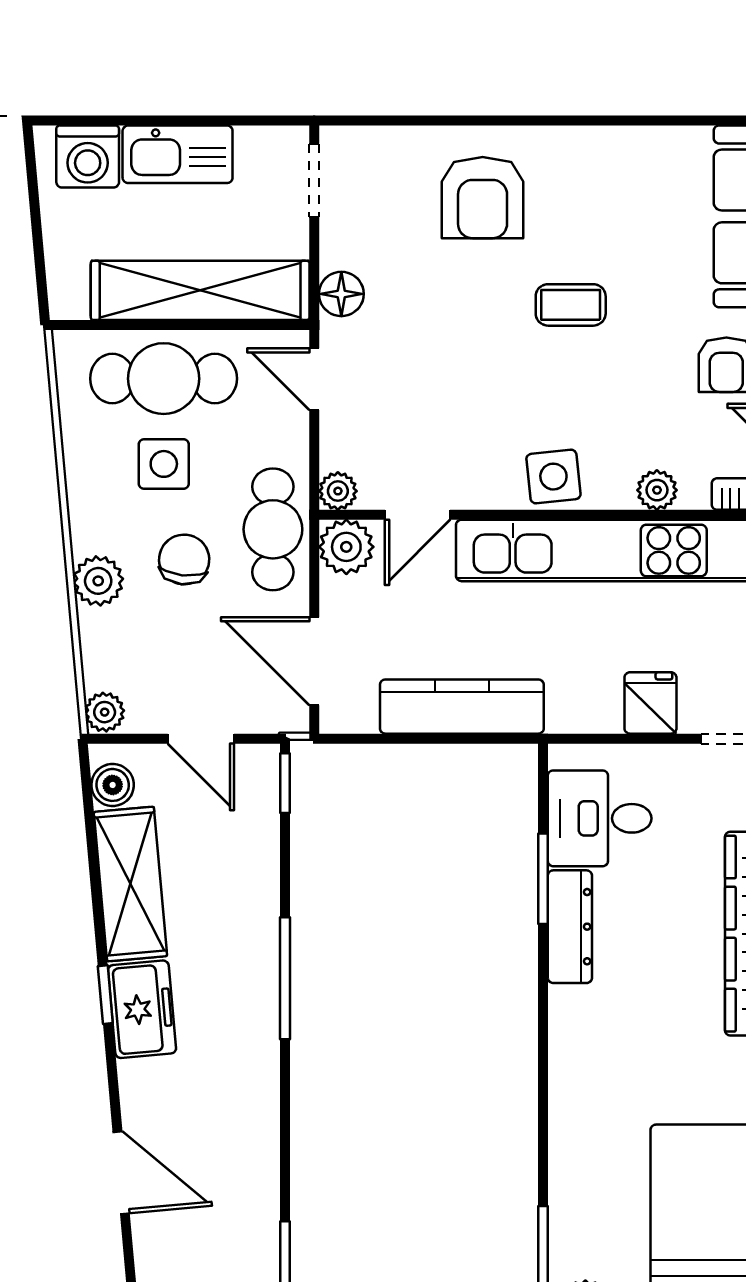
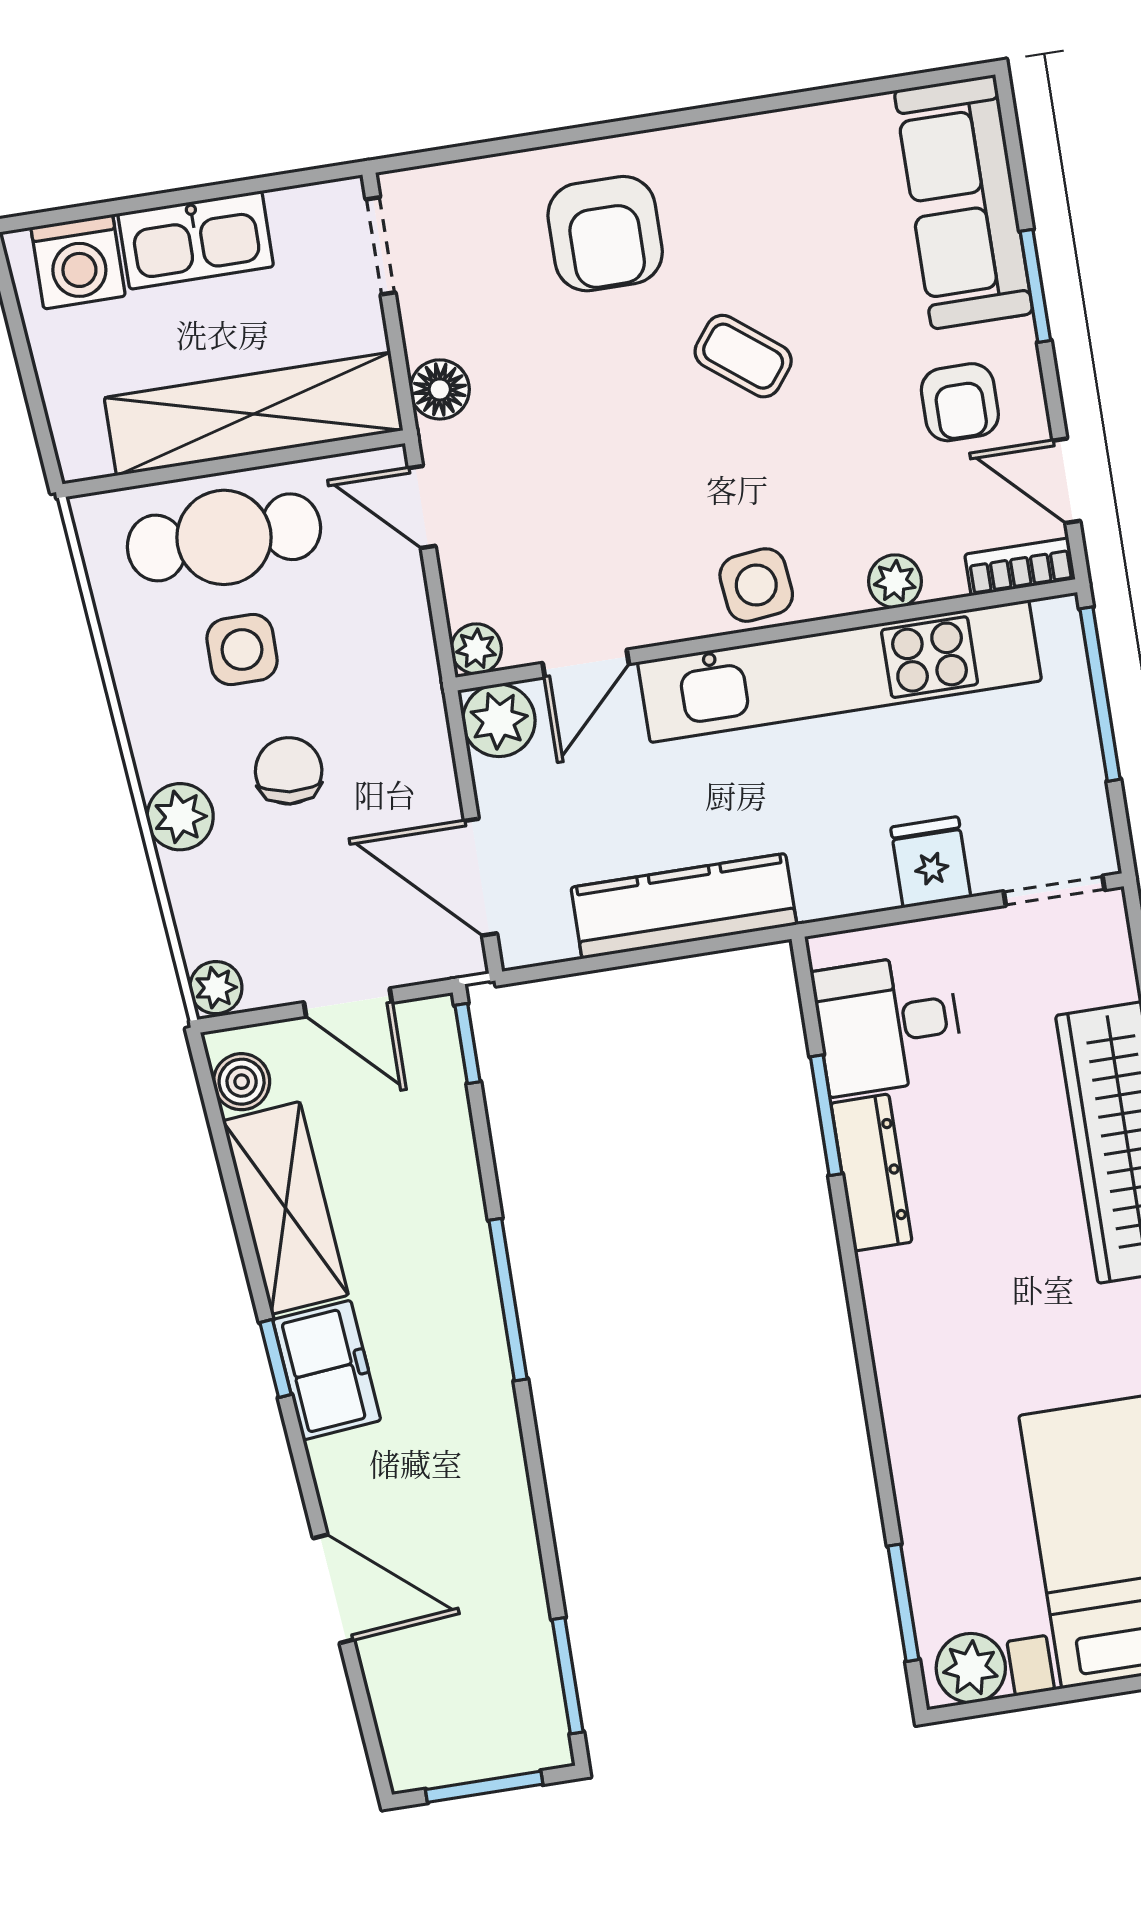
coffee table: (571, 305) -> (743, 356), turned 38
cafe table: (273, 529) -> (399, 713), removed

